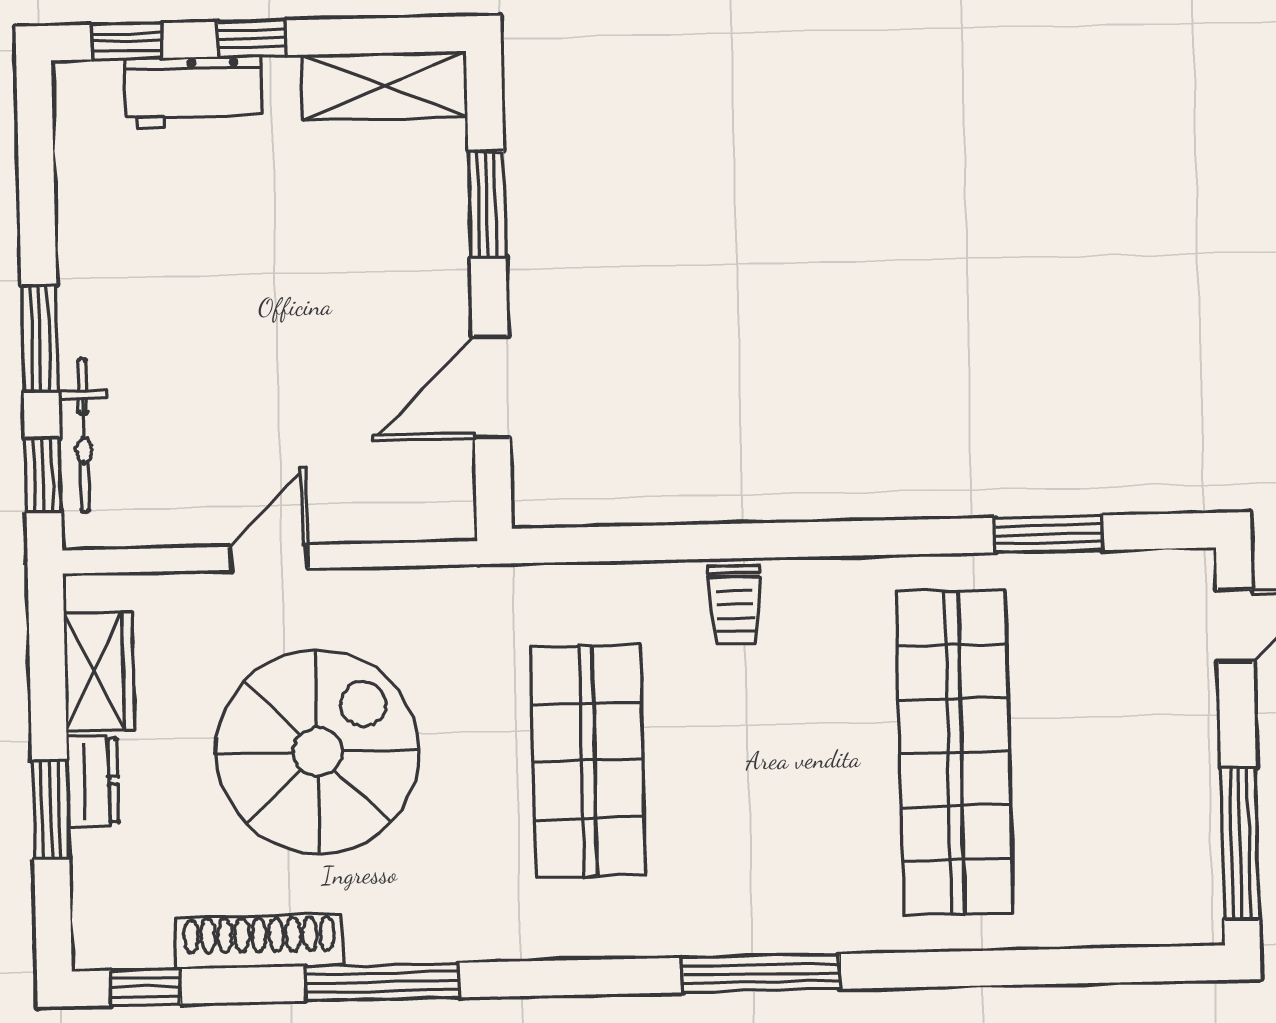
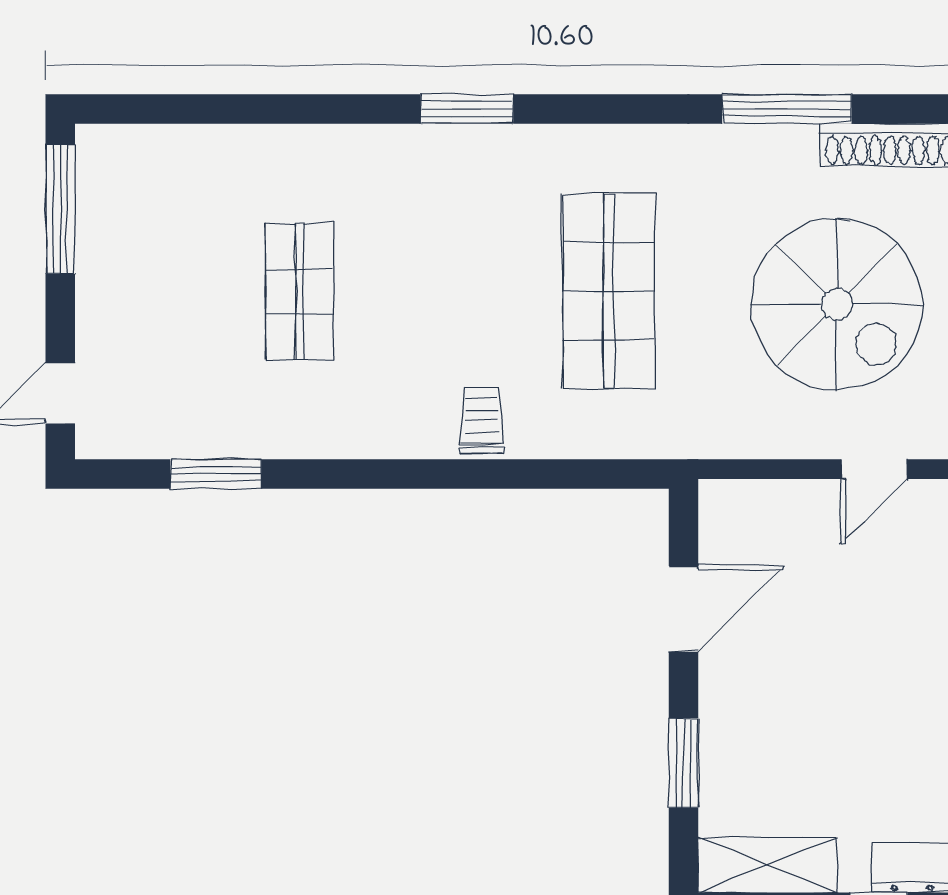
spiral stairs: (318, 752) -> (837, 304), turned -90
shop shelf: (955, 752) -> (299, 291), width x0.50, depth x0.74
window: (761, 973) -> (467, 109), width x0.69

